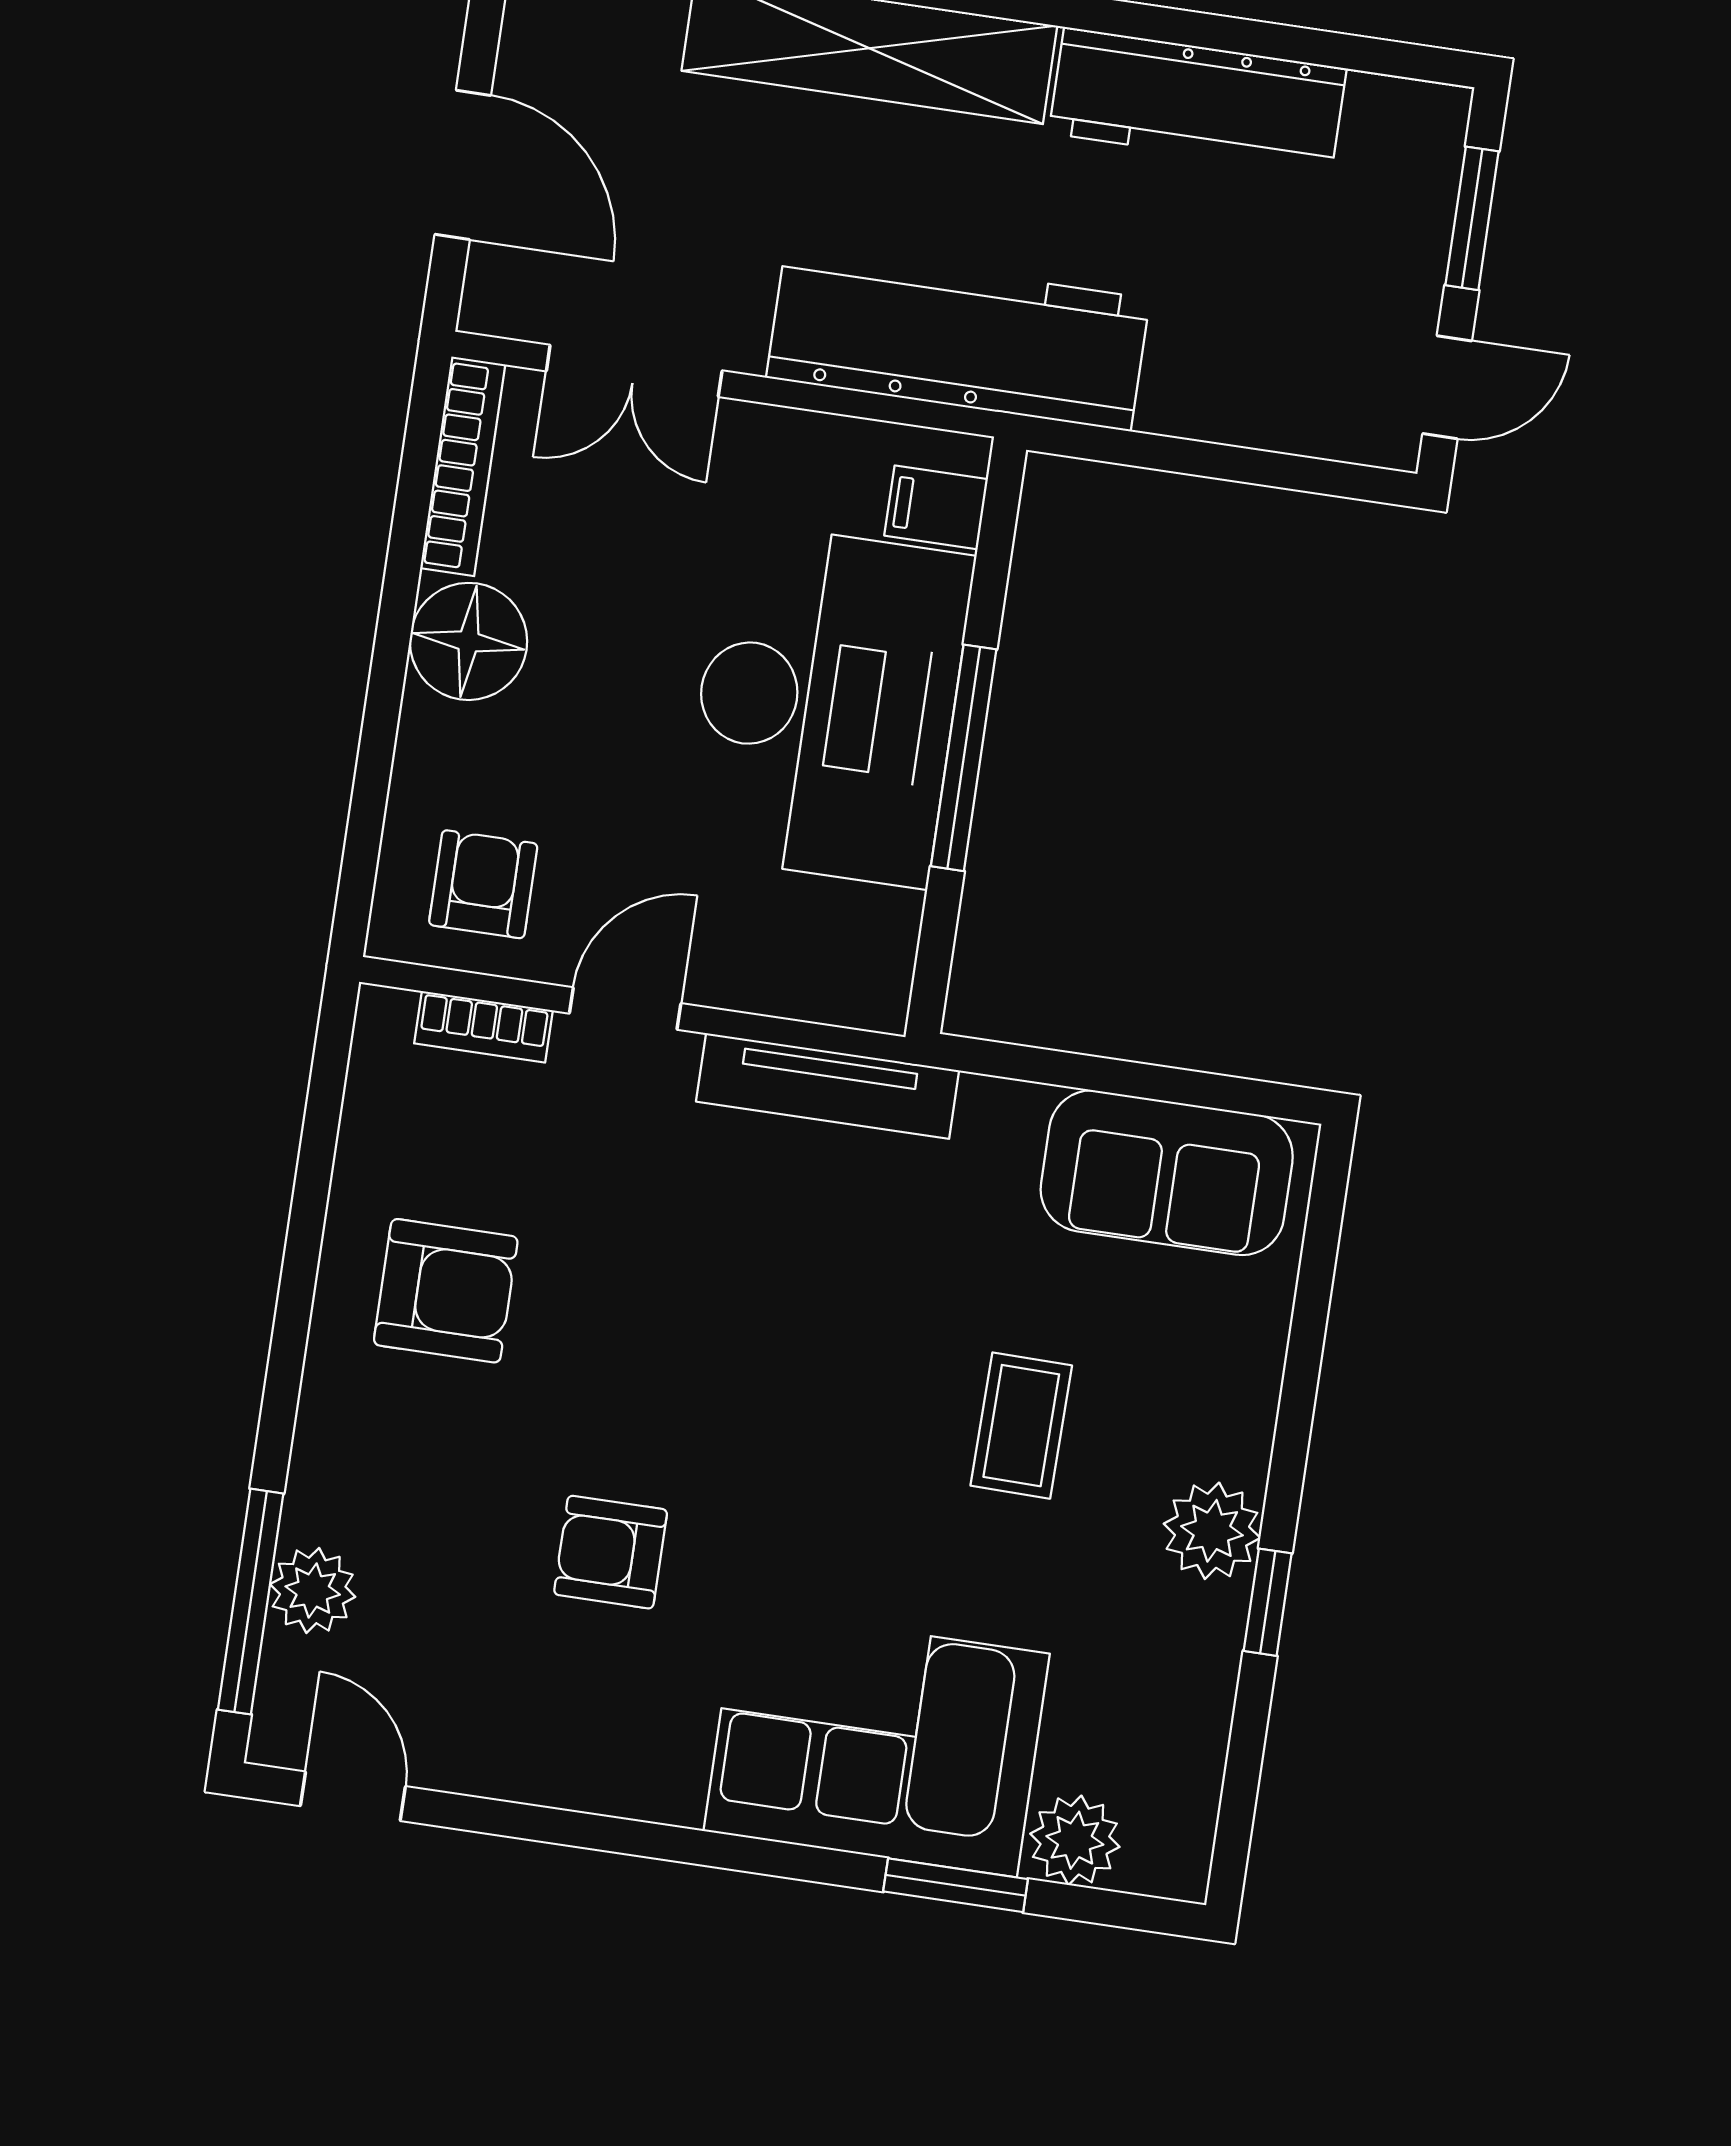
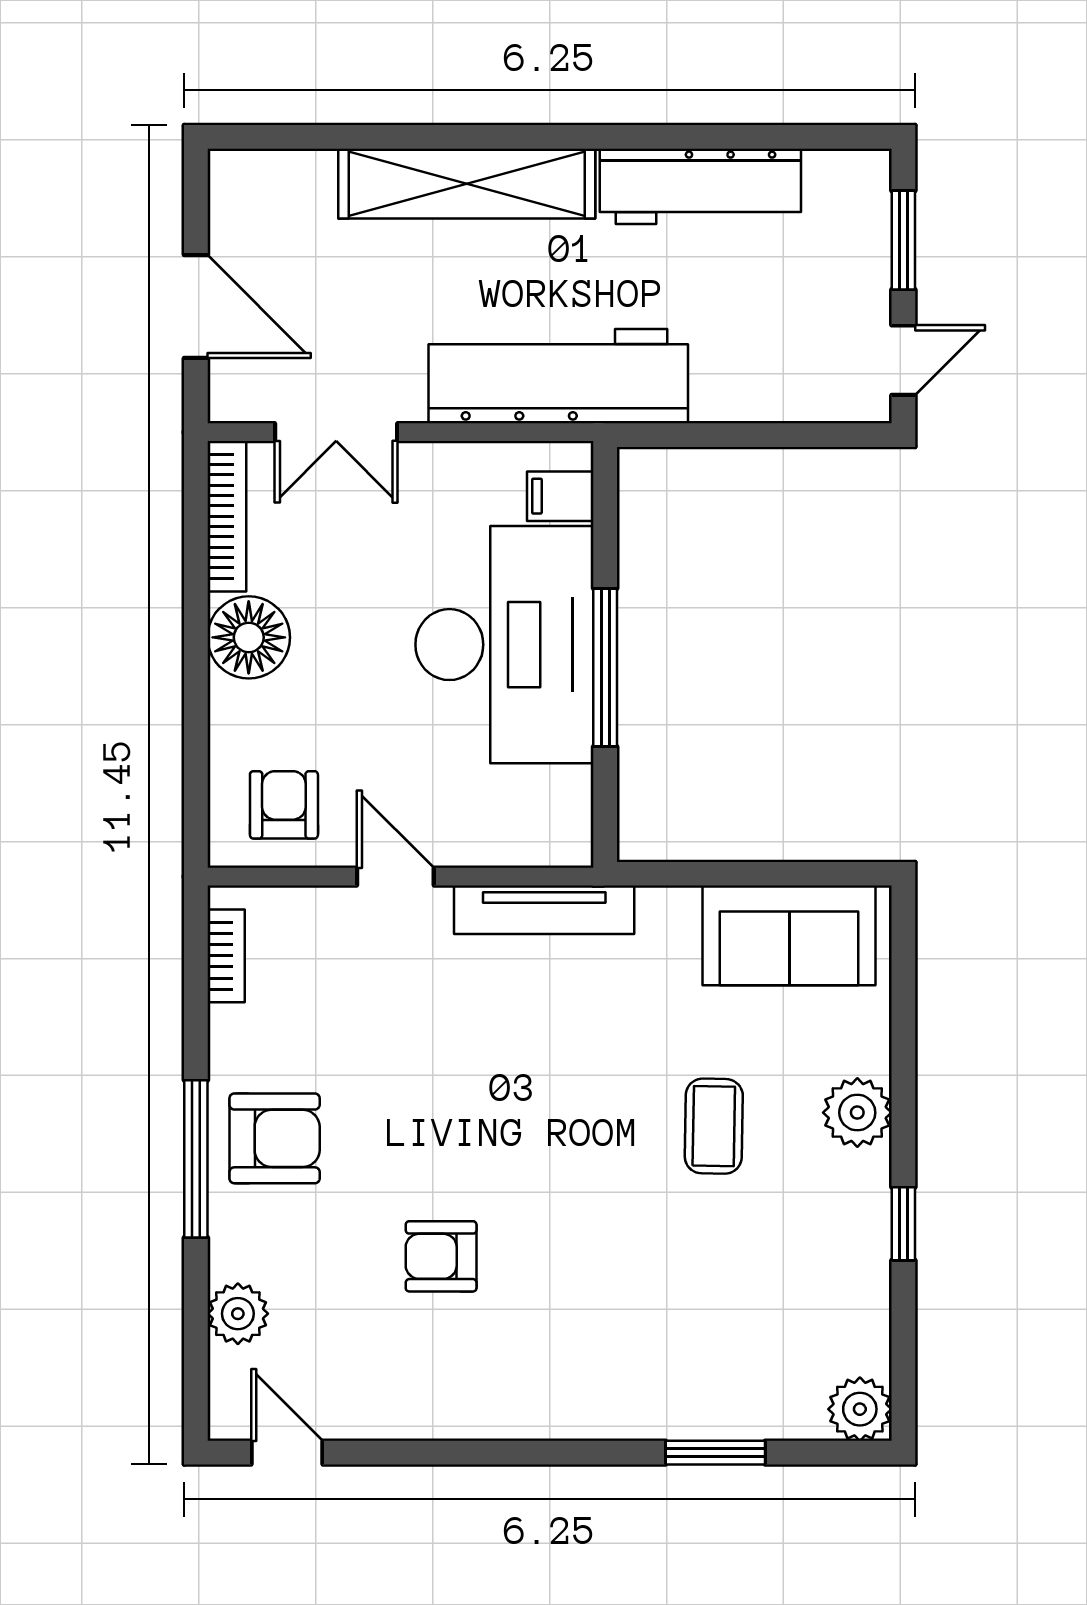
door: (625, 1008) -> (395, 877), hinge flipped
bookcase: (483, 1027) -> (226, 956), moved, turned -90
armchair: (446, 1291) -> (275, 1138), moved
plant: (1212, 1531) -> (857, 1113), moved
window: (251, 1602) -> (196, 1159), moved
corner sofa: (877, 1742) -> (646, 1361), removed
plant: (1075, 1840) -> (860, 1409), moved

